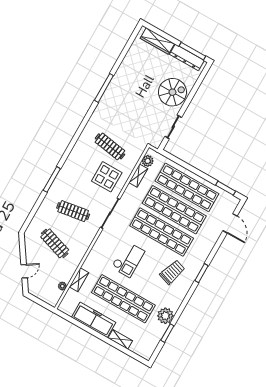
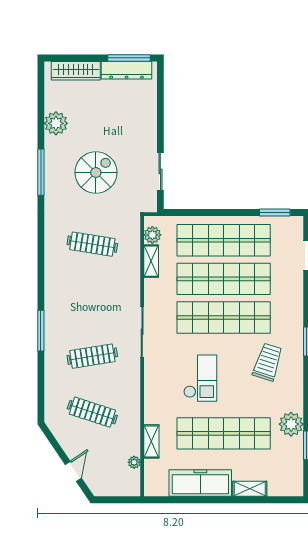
plant: (129, 65) -> (56, 123), added
spiral stairs: (172, 92) -> (96, 172), moved
display table: (107, 177) -> (111, 286), removed

